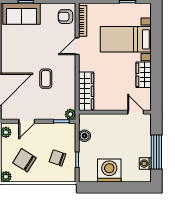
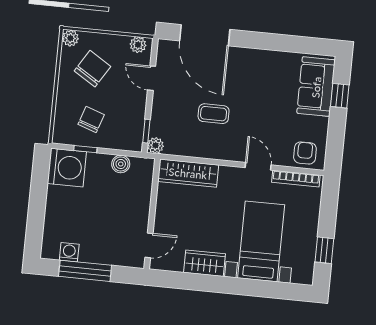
washing machine: (109, 171) -> (67, 168), moved

